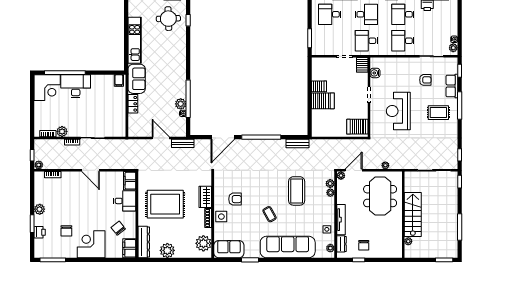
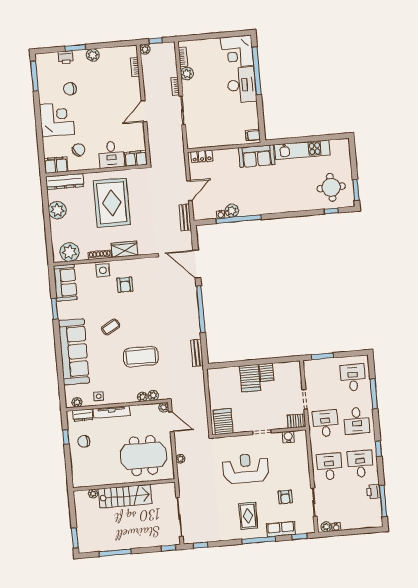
locker: (133, 104) -> (202, 156), moved

